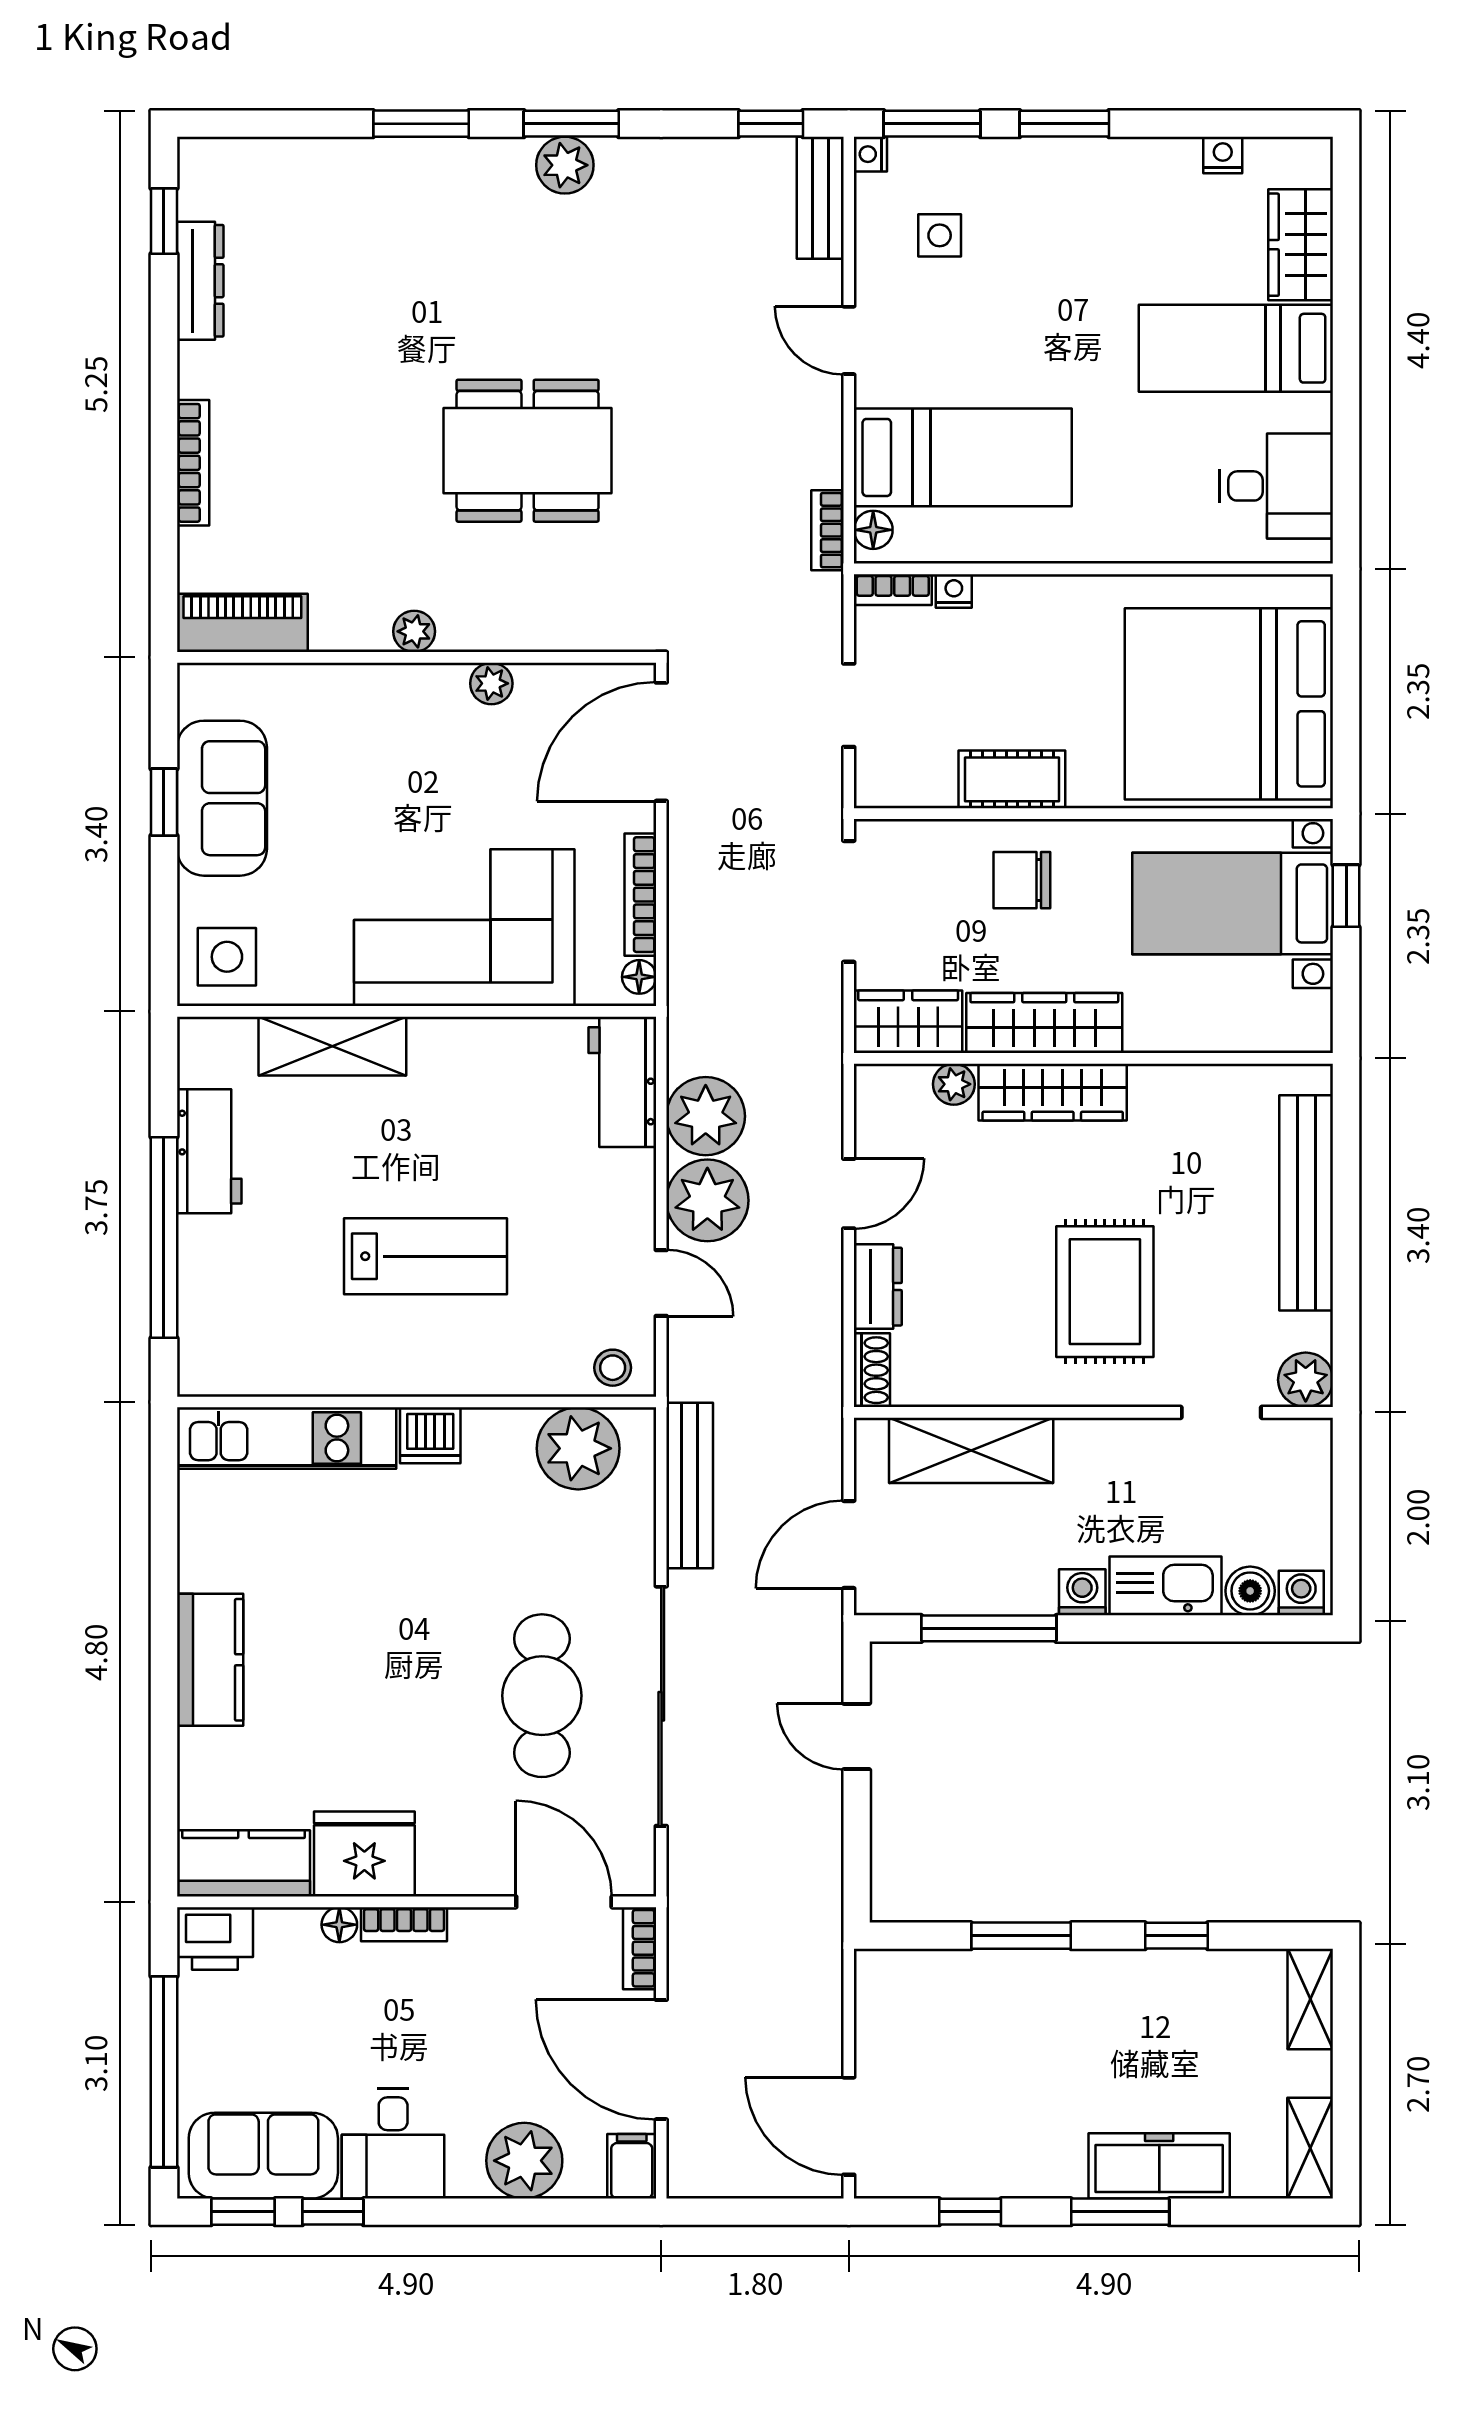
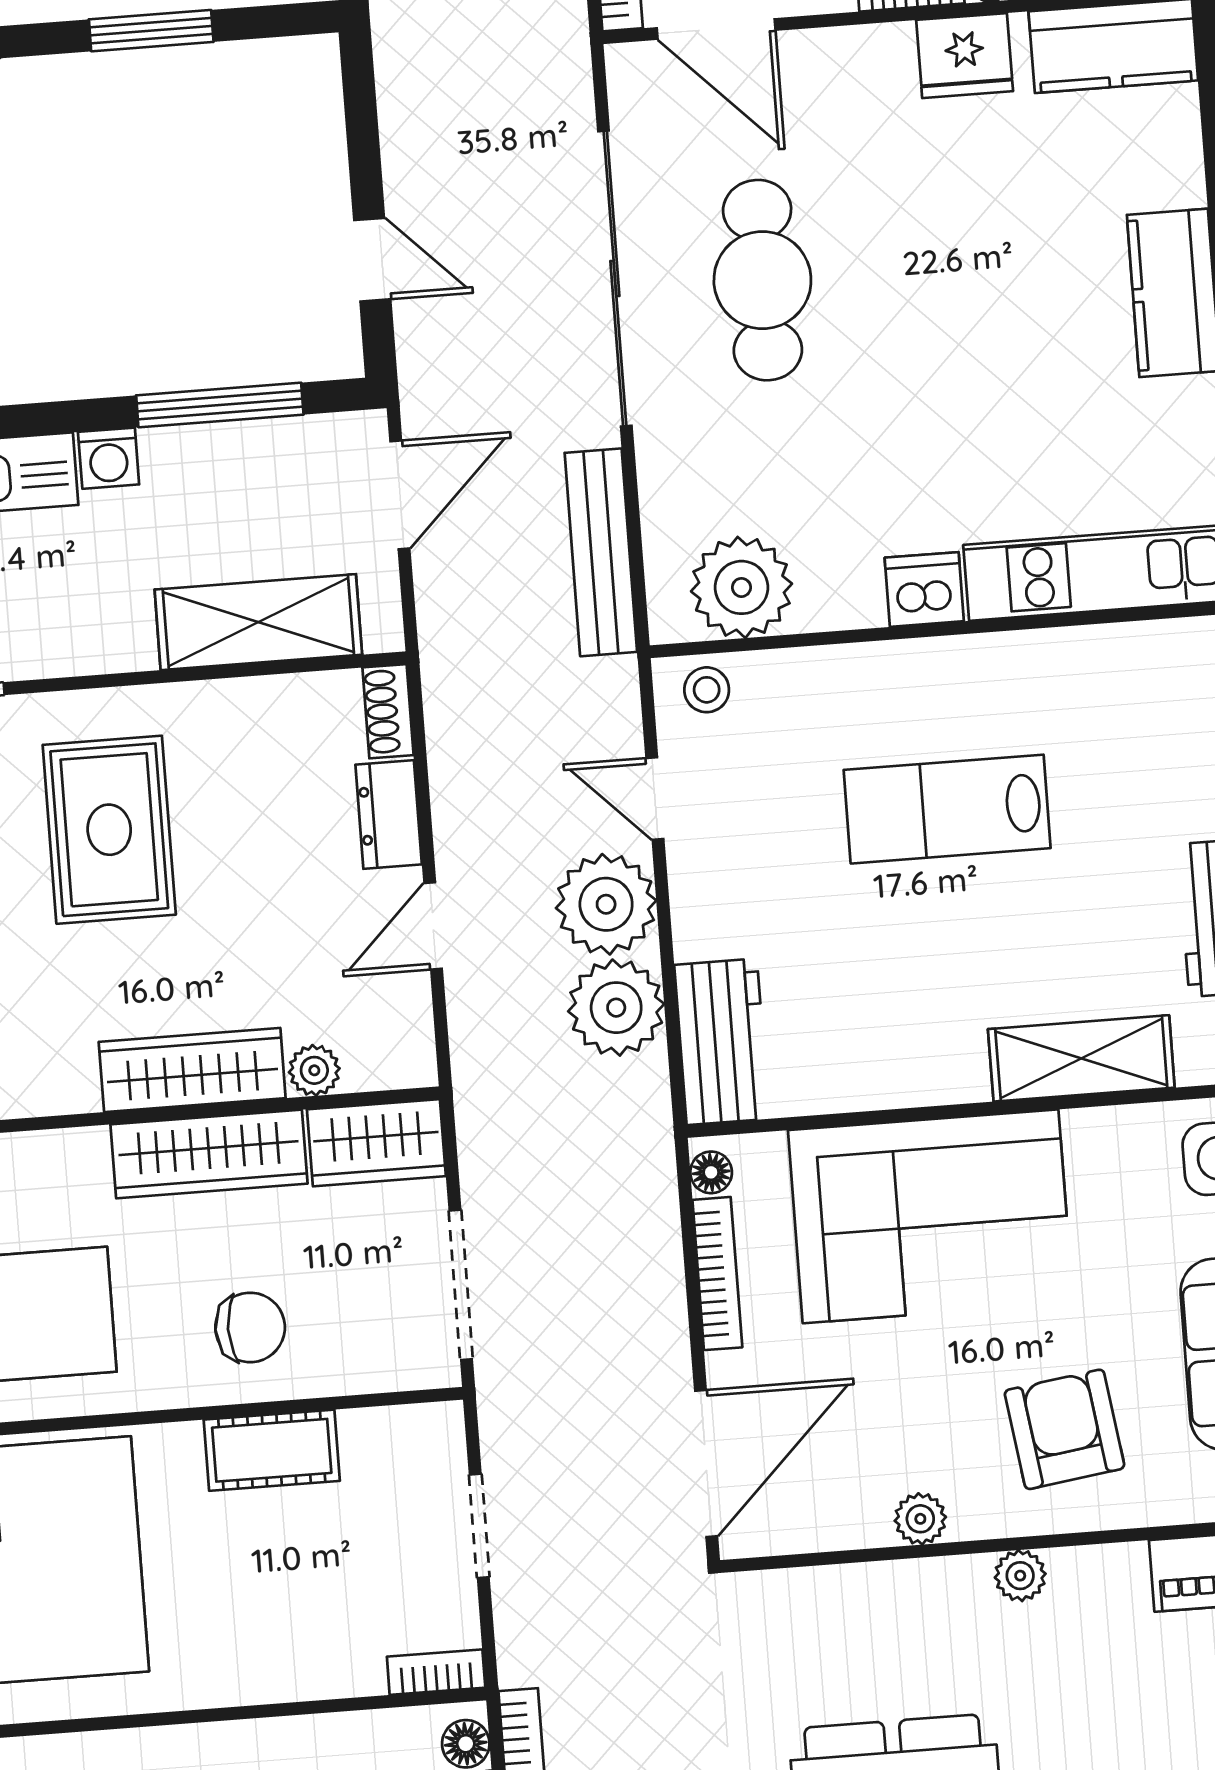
nightstand: (954, 591) -> (361, 1676), removed
armchair: (369, 747) -> (1065, 1429), added
fridge: (364, 1854) -> (965, 56), width x0.73, depth x0.75

